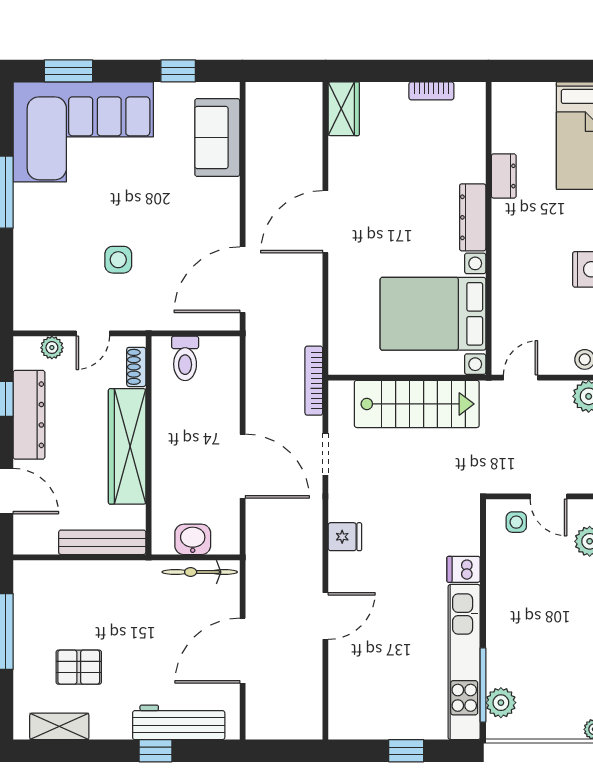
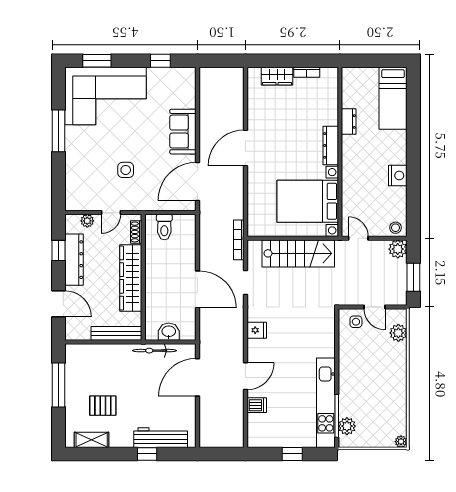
wardrobe: (344, 109) -> (277, 76), moved, turned 90
sofa: (217, 137) -> (183, 132), moved
door: (521, 378) -> (358, 238), hinge flipped
dishwasher: (464, 569) -> (257, 405), moved, turned 180
bicycle: (200, 572) -> (154, 351), moved
door: (243, 651) -> (198, 377), moved

